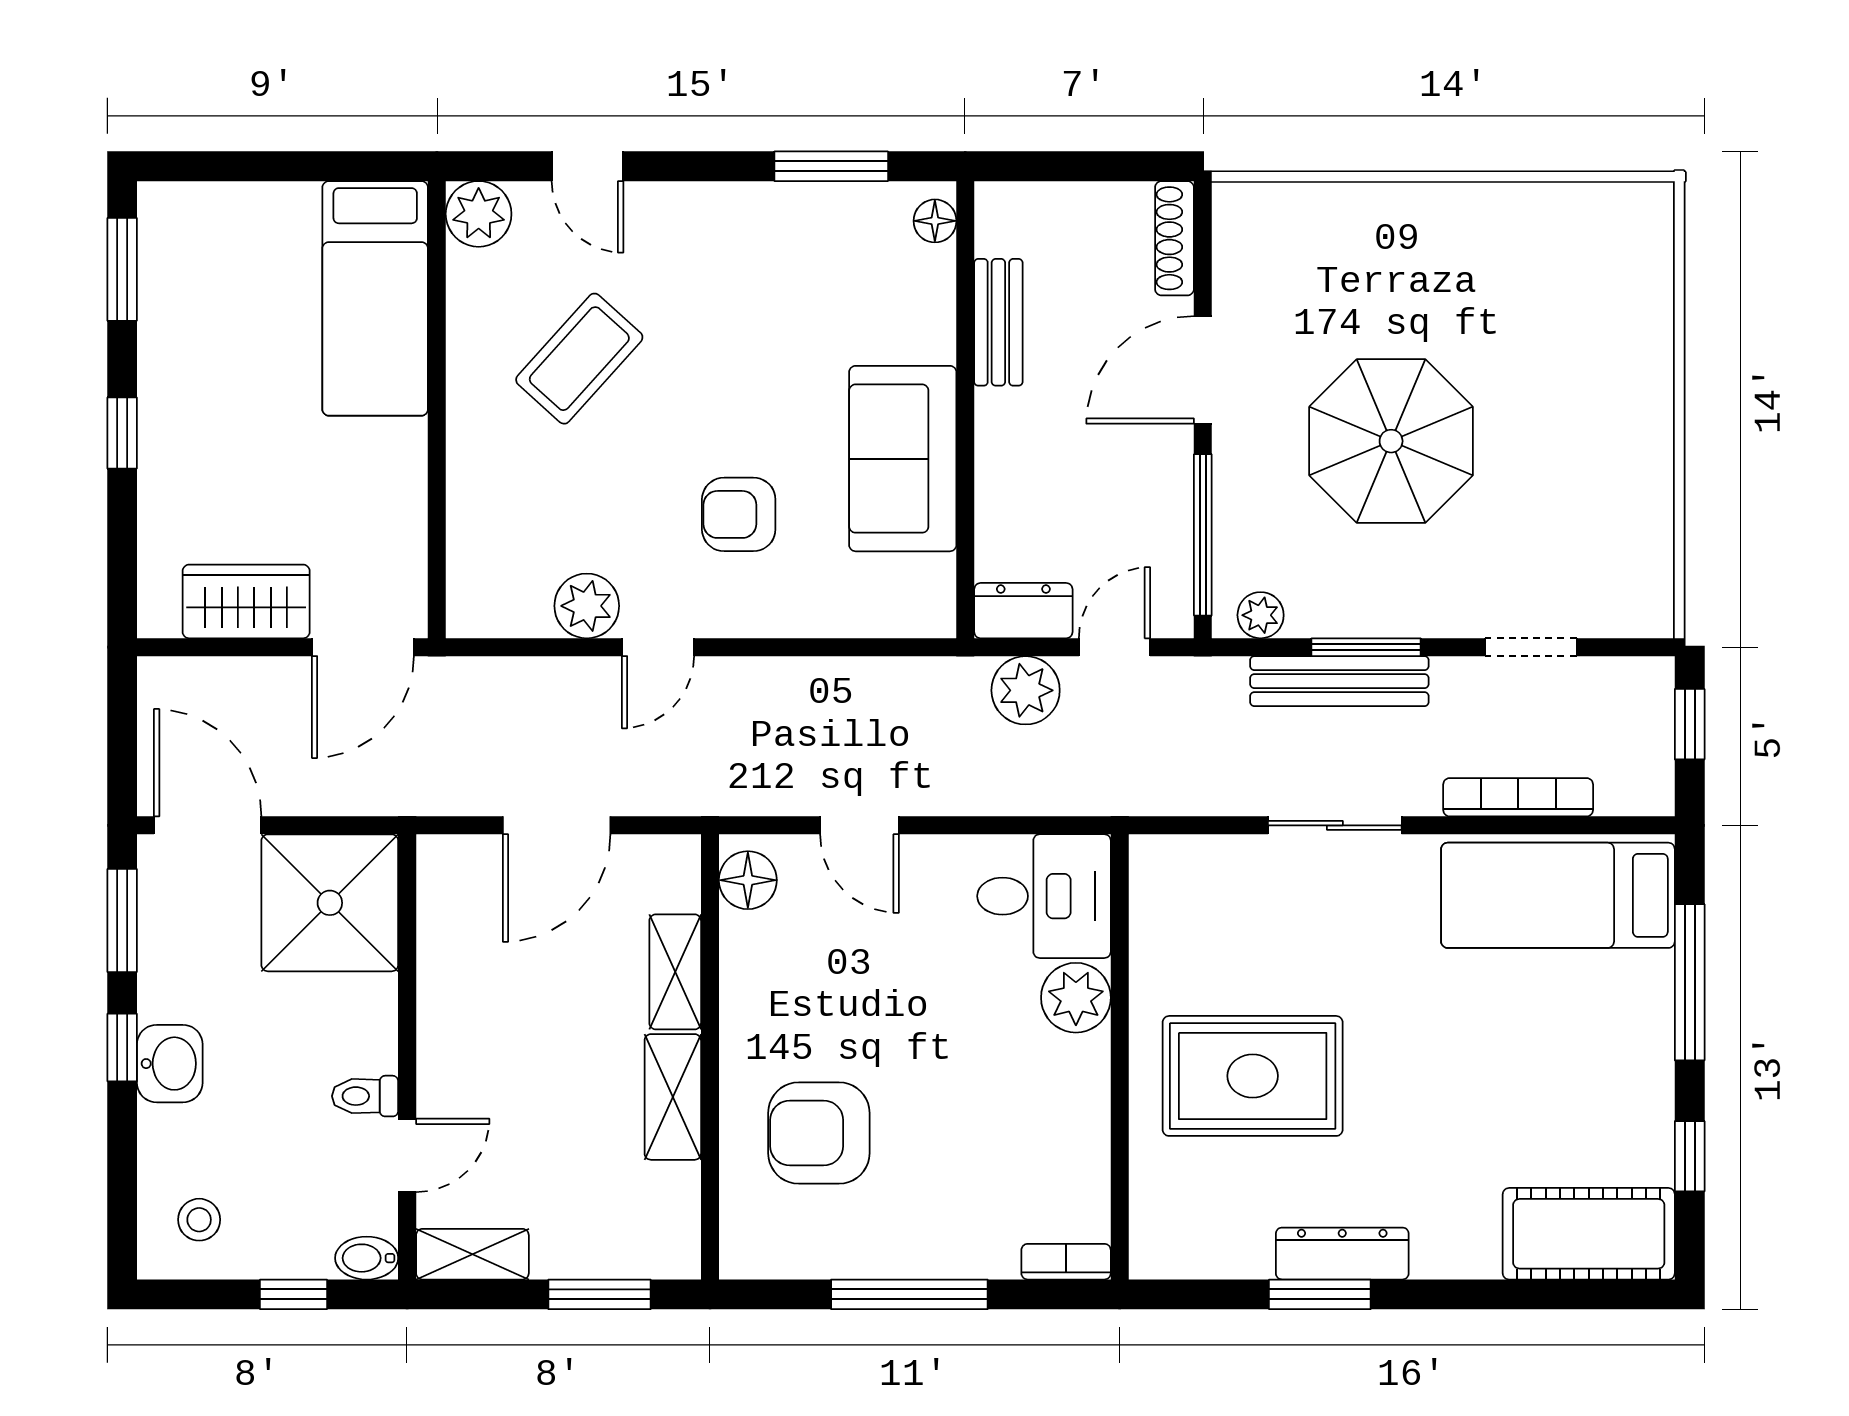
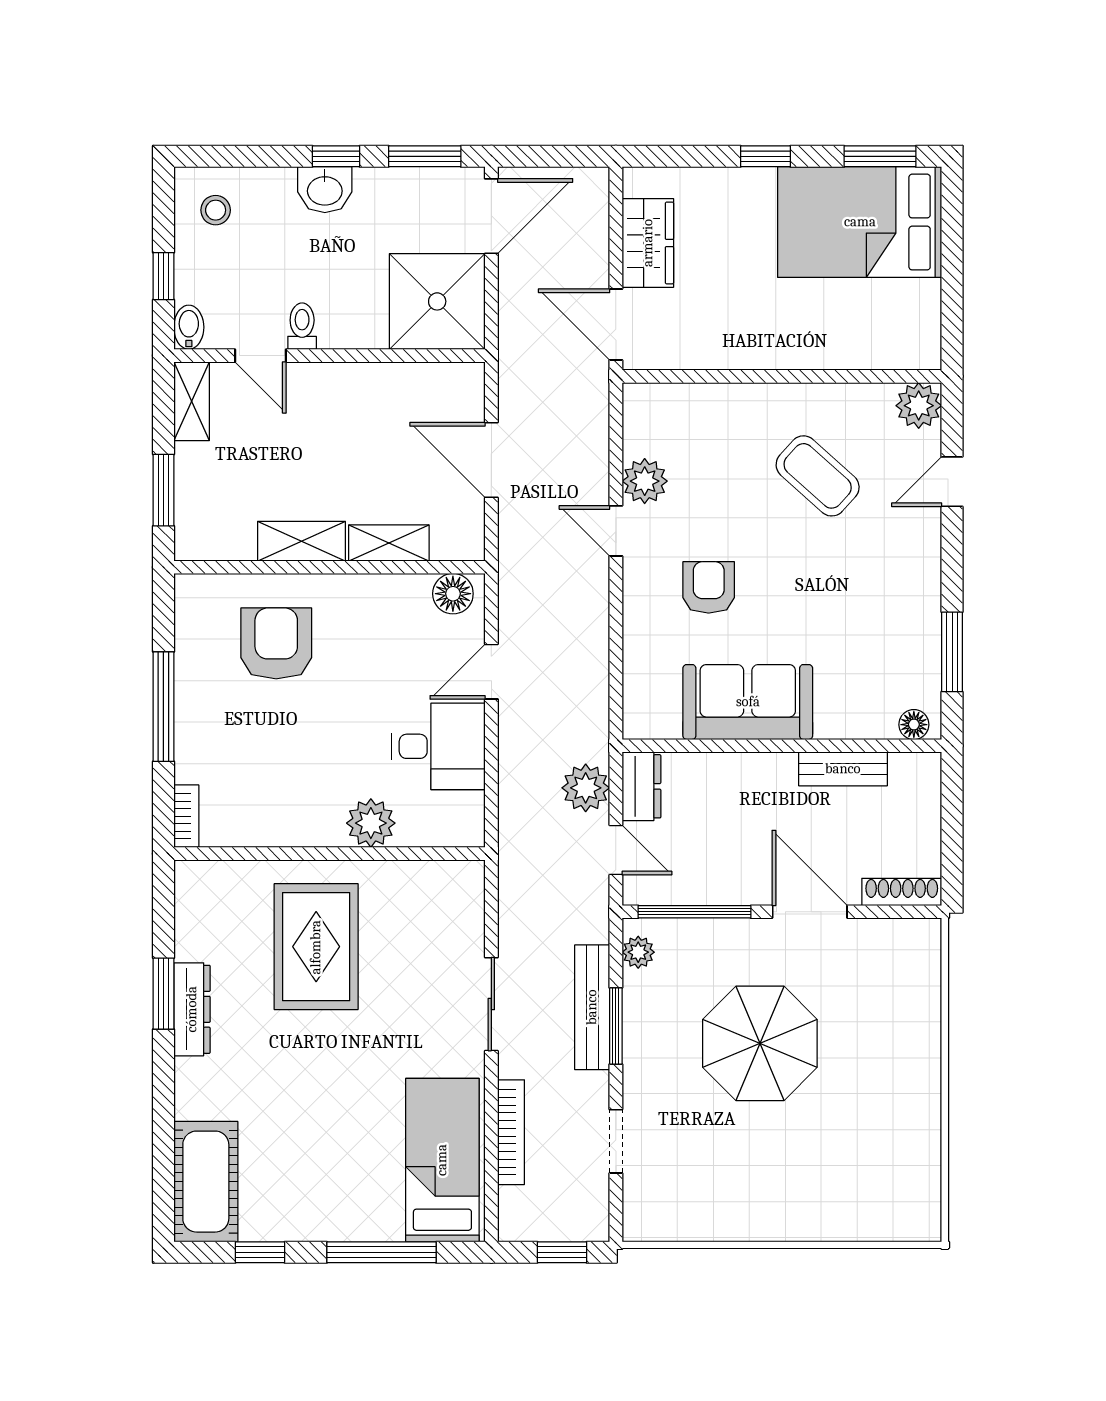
bed: (375, 298) -> (860, 222), moved, width x1.50
desk: (1044, 896) -> (438, 746), moved, turned -90

